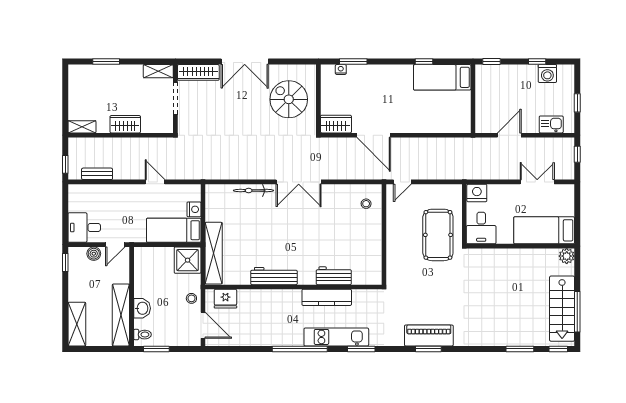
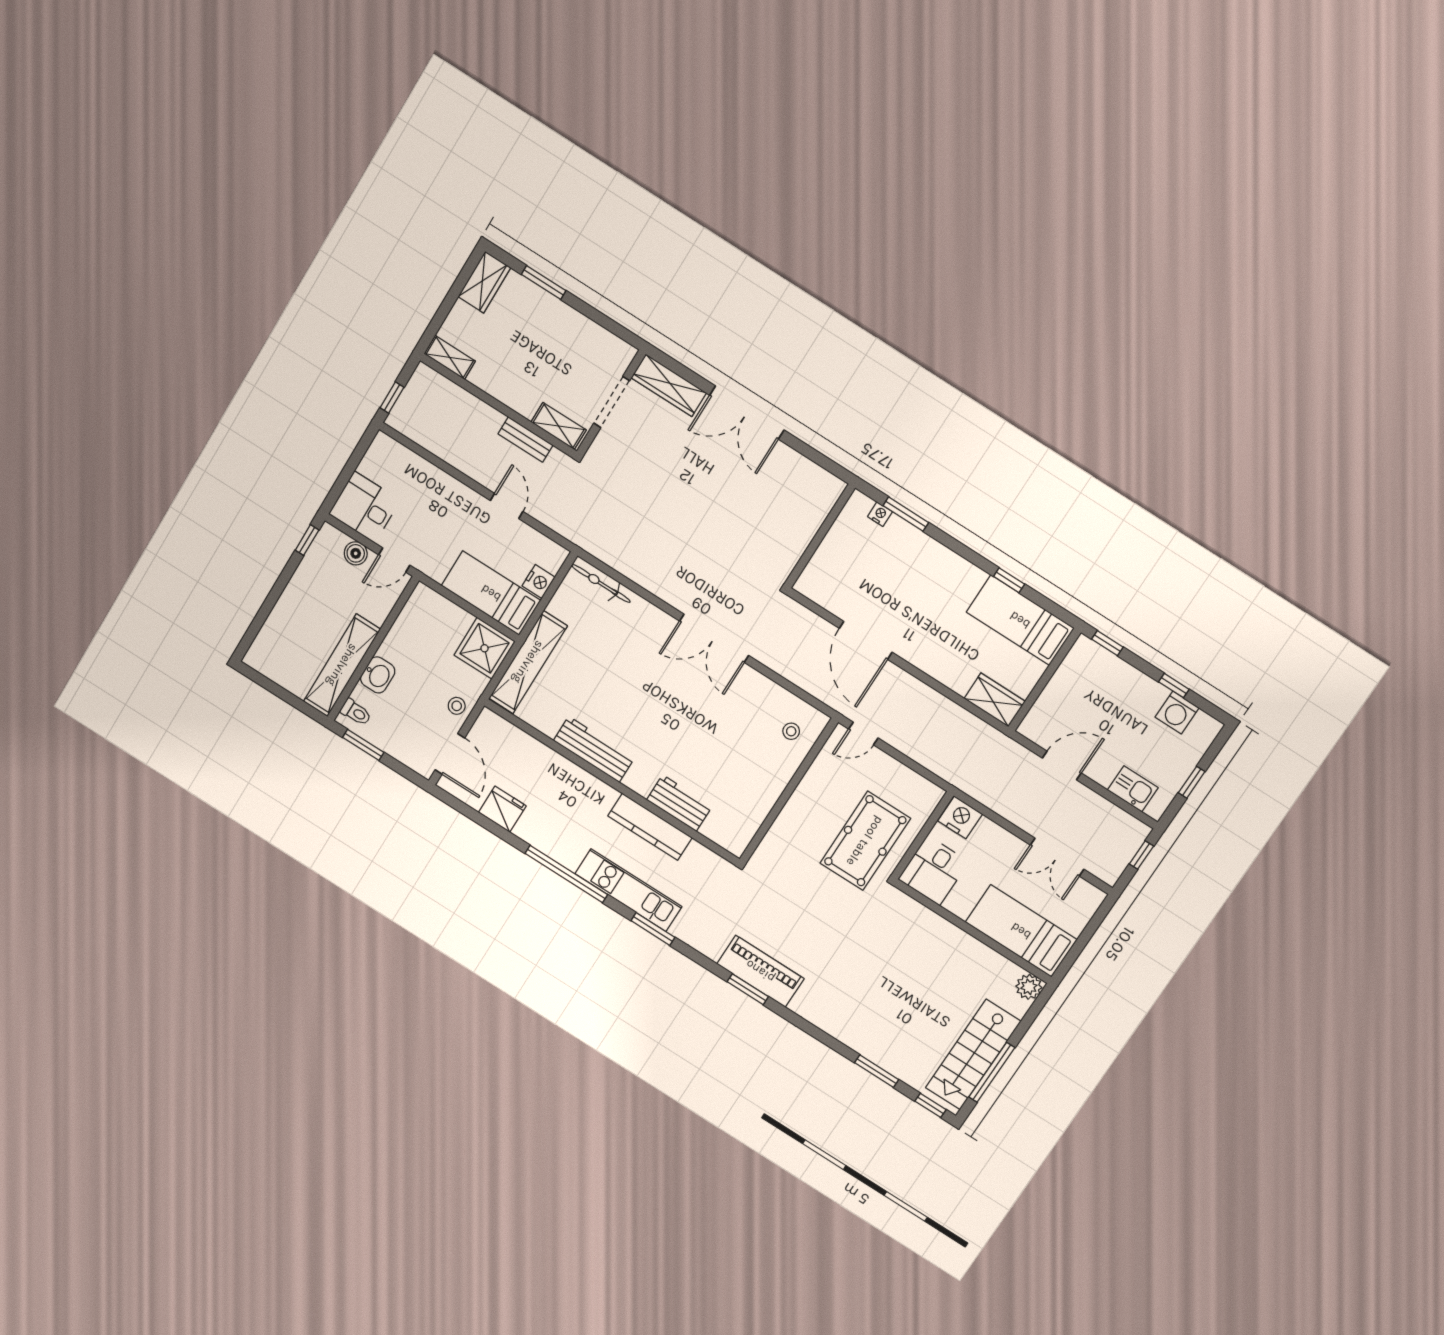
shelving: (158, 71) -> (559, 426), moved
spiral stairs: (289, 99) -> (776, 509), removed
wardrobe: (125, 124) -> (484, 282), moved, turned 90
wardrobe: (336, 124) -> (995, 700), moved
bench: (97, 174) -> (525, 440), moved
double door: (537, 182) -> (1057, 857), swing flipped
bicycle: (253, 191) -> (601, 583), moved
fridge: (225, 299) -> (502, 809), moved, turned 180
shelving: (77, 324) -> (271, 638), removed

